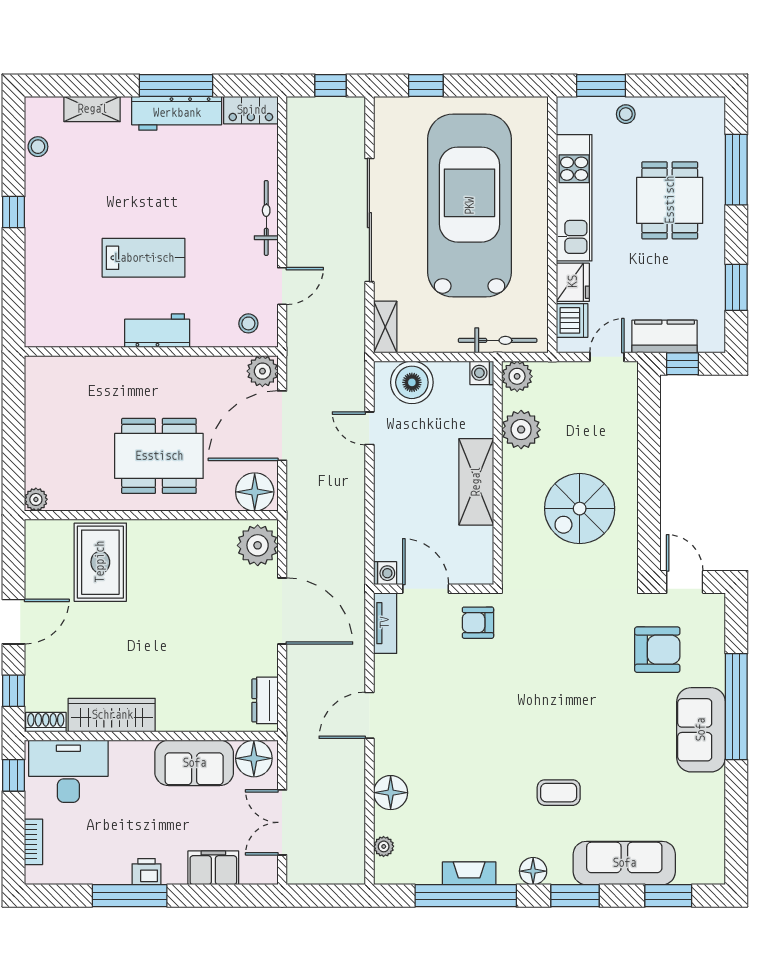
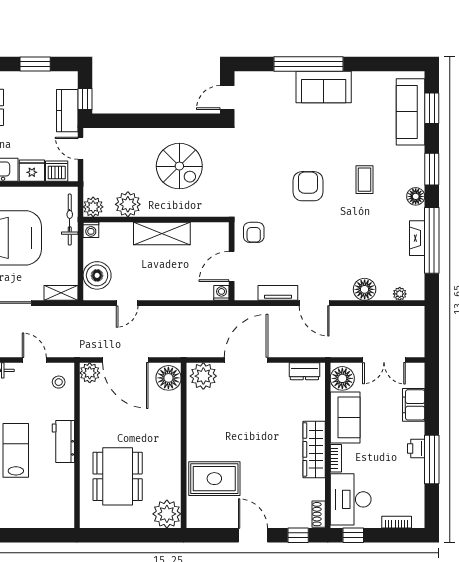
dining table: (159, 456) -> (118, 476), moved
plant: (36, 499) -> (167, 514), width x1.88, depth x1.88
tv unit: (385, 623) -> (278, 293), moved
armchair: (657, 650) -> (308, 186), moved
wardrobe: (112, 715) -> (314, 449), moved
bookcase: (131, 749) -> (336, 458), added
sofa: (624, 863) -> (410, 112), moved

